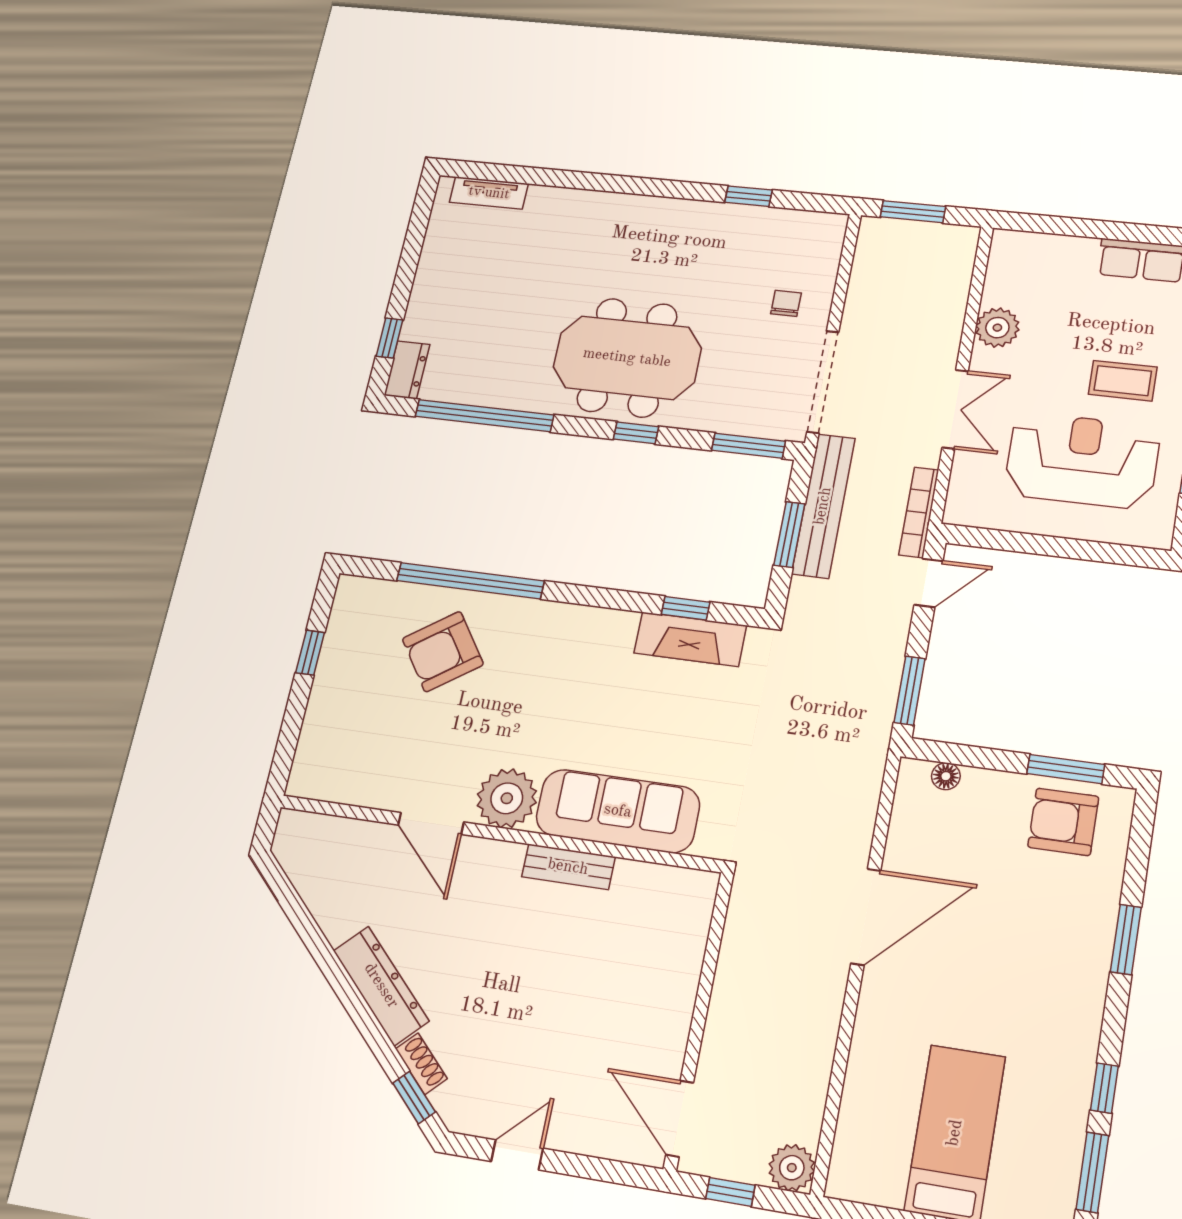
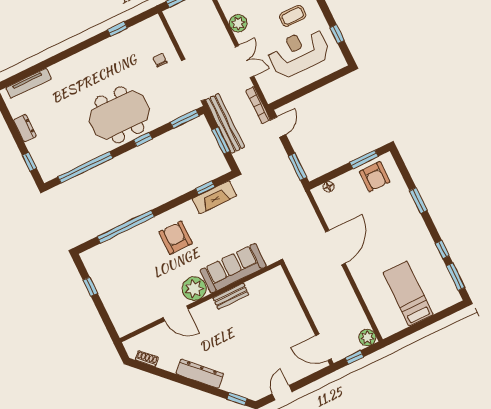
tv unit: (489, 193) -> (29, 83), width x1.41
dresser: (407, 370) -> (25, 128), moved
armchair: (443, 652) -> (176, 238), moved, turned 125
armchair: (1063, 822) -> (375, 177), turned -90
shoe rack: (421, 1064) -> (147, 359), moved

